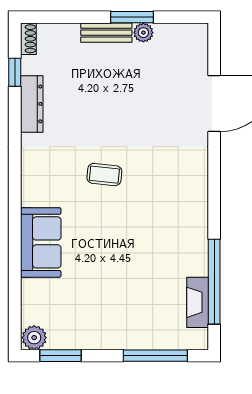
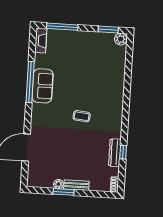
window: (15, 72) -> (123, 152), moved
sofa: (41, 242) -> (43, 86), moved, turned 180
window: (214, 282) -> (30, 82), moved
fireplace: (198, 302) -> (41, 41), moved

